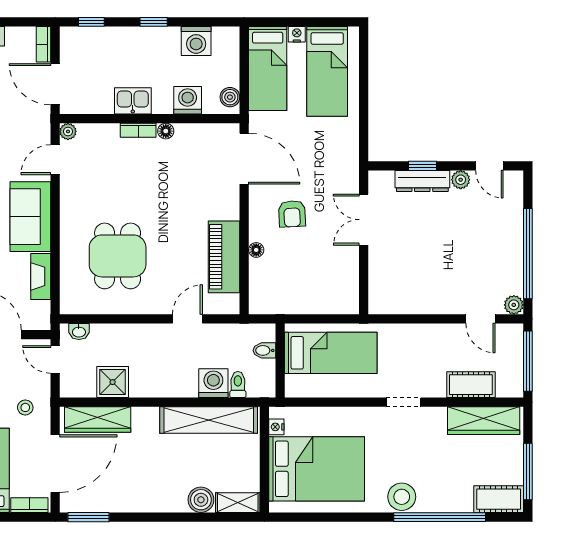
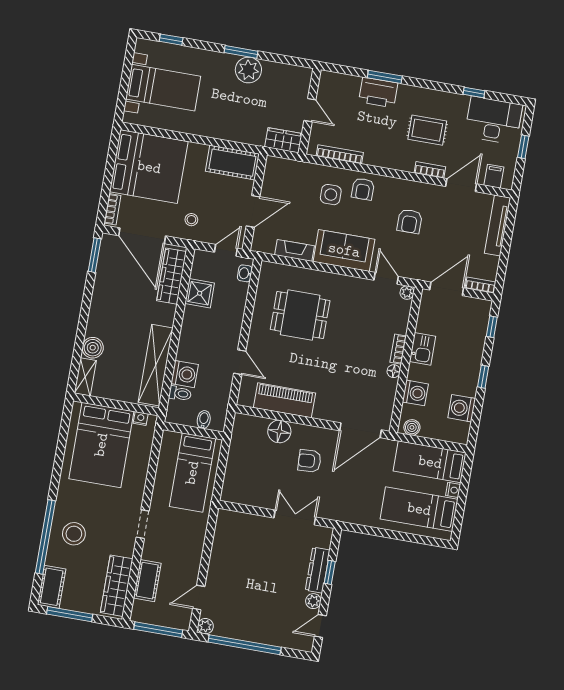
floor lamp: (256, 250) -> (279, 431), width x1.89, depth x1.89
stool: (402, 497) -> (74, 534), moved

